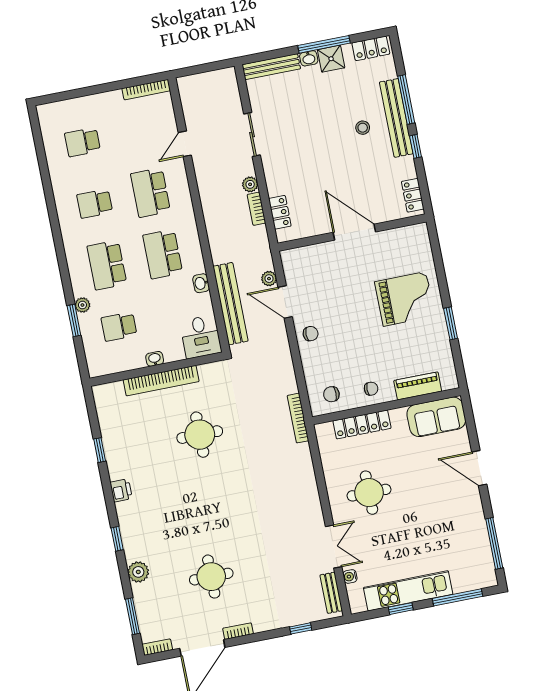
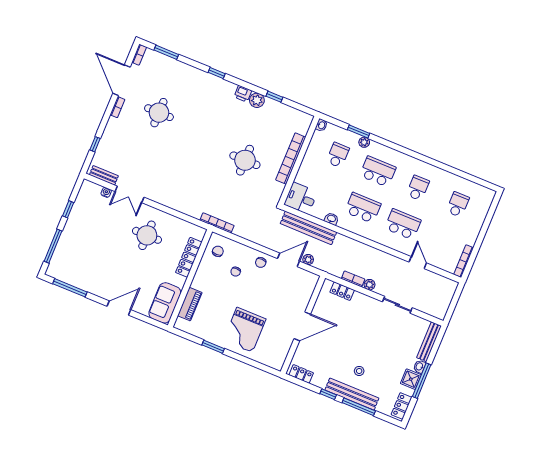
washbasin: (155, 359) -> (321, 125), moved
chair: (371, 389) -> (236, 272), moved
plant: (138, 572) -> (257, 100), moved
kitchen unit: (408, 591) -> (76, 220), removed

